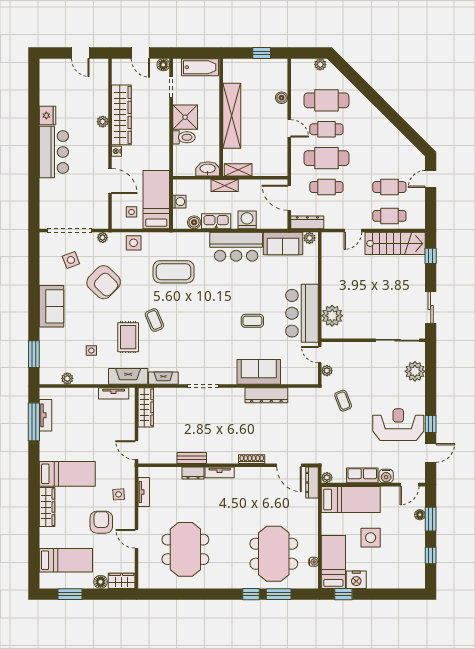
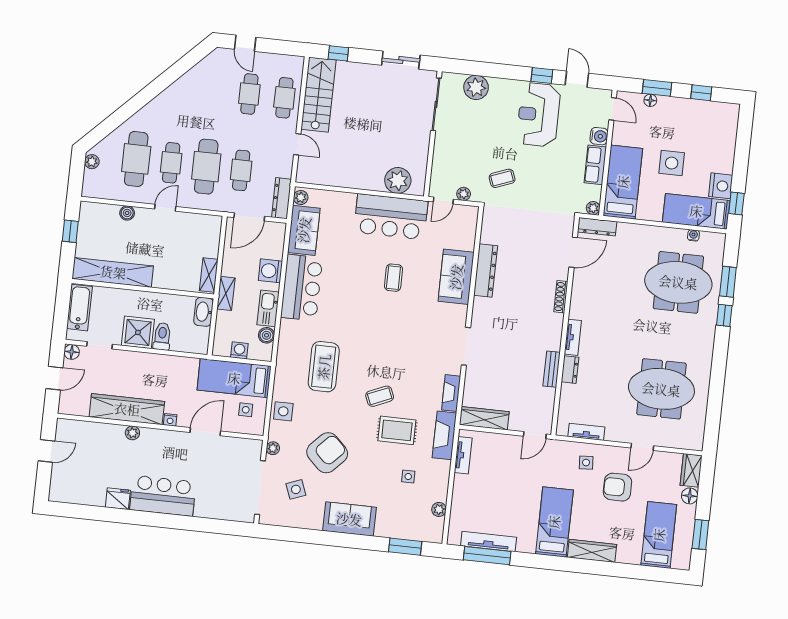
shelving: (232, 116) -> (113, 272), moved
tv unit: (46, 415) -> (489, 541), width x1.41

